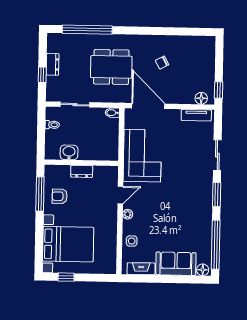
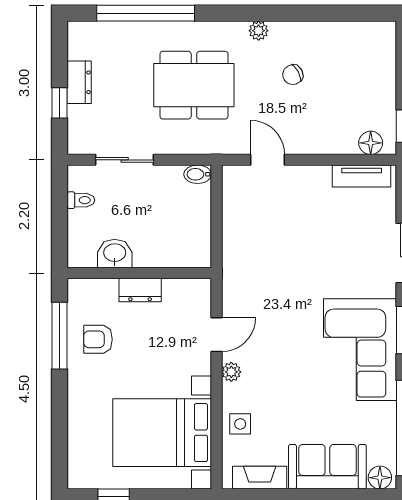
plant: (145, 40) -> (259, 31), added
door: (148, 106) -> (268, 160), width x0.53
corner sofa: (142, 156) -> (360, 350), moved, turned 180
bed with nightstands: (68, 244) -> (162, 433), moved, turned 180

